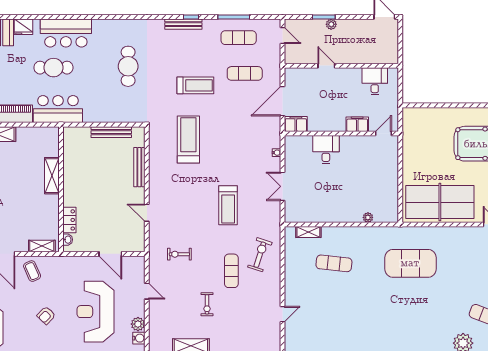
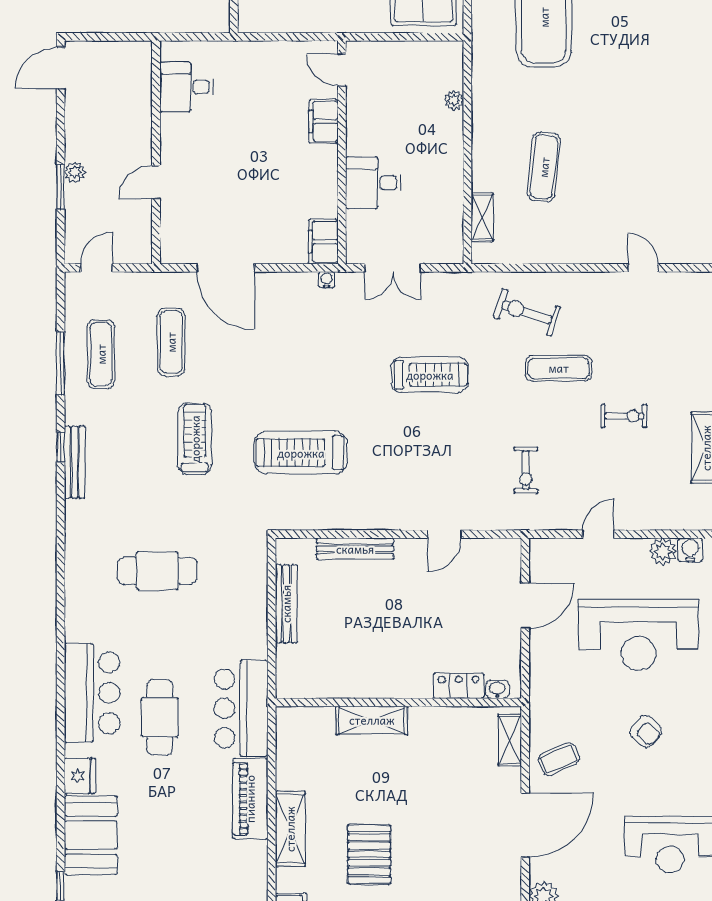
filing cabinet: (296, 124) -> (323, 242), moved
filing cabinet: (357, 124) -> (323, 121), moved
wall: (341, 134) -> (342, 152), moved
door: (384, 134) -> (342, 70), moved
desk: (326, 150) -> (373, 183), moved

